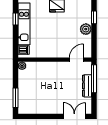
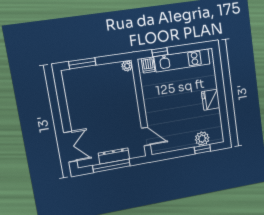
window: (15, 19) -> (160, 52), moved
plant: (86, 29) -> (202, 139), moved
window: (94, 79) -> (111, 166), moved

